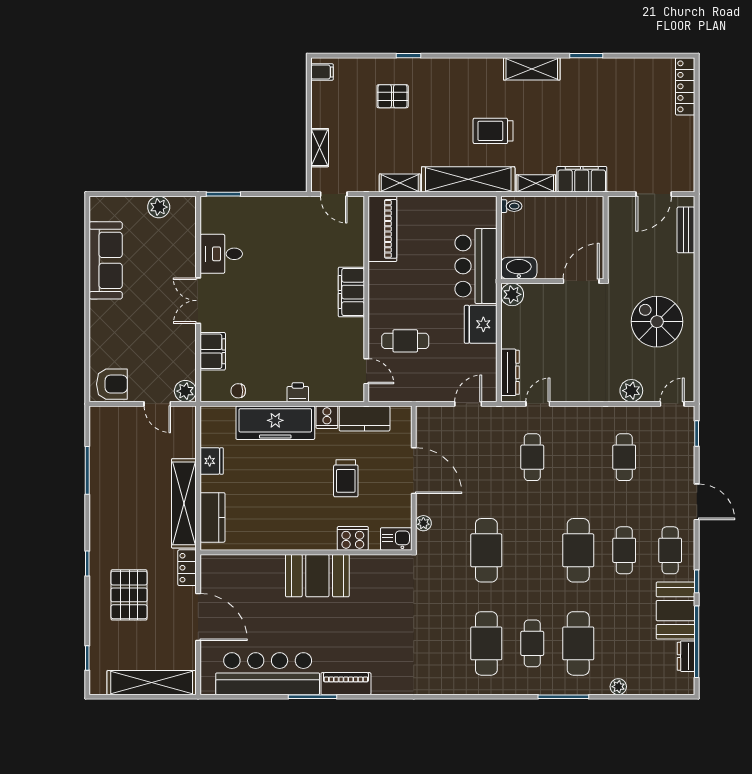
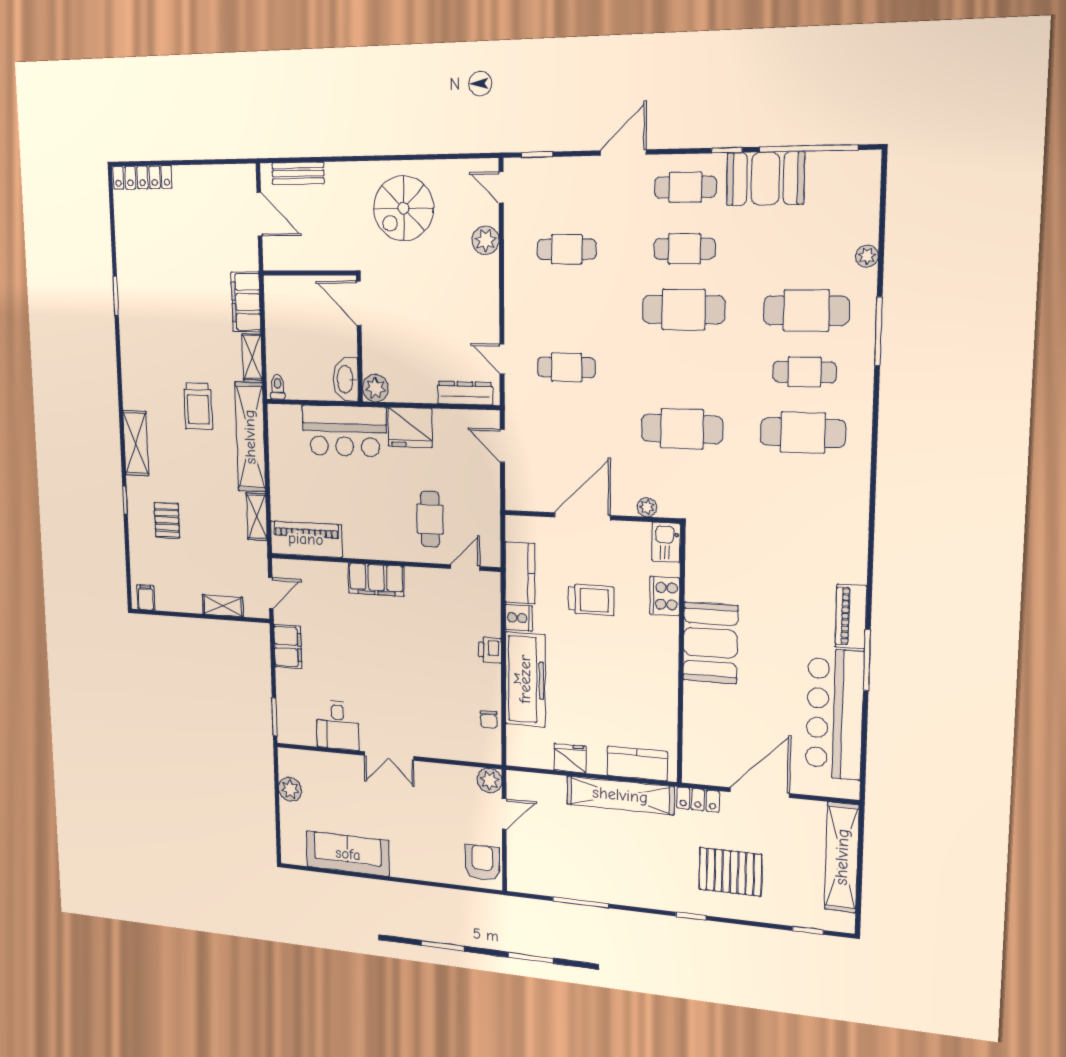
shelving: (532, 69) -> (136, 443), moved
filing cabinet: (213, 351) -> (288, 647), moved, turned 90
dresser: (686, 656) -> (828, 163), removed

